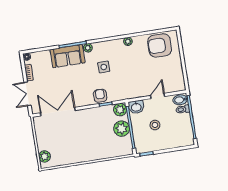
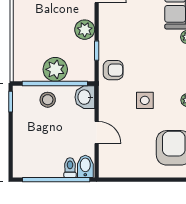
side table: (104, 67) -> (145, 100), moved
armchair: (100, 96) -> (113, 70), moved
plant: (120, 110) -> (85, 30), moved
stool: (155, 125) -> (48, 100), moved

